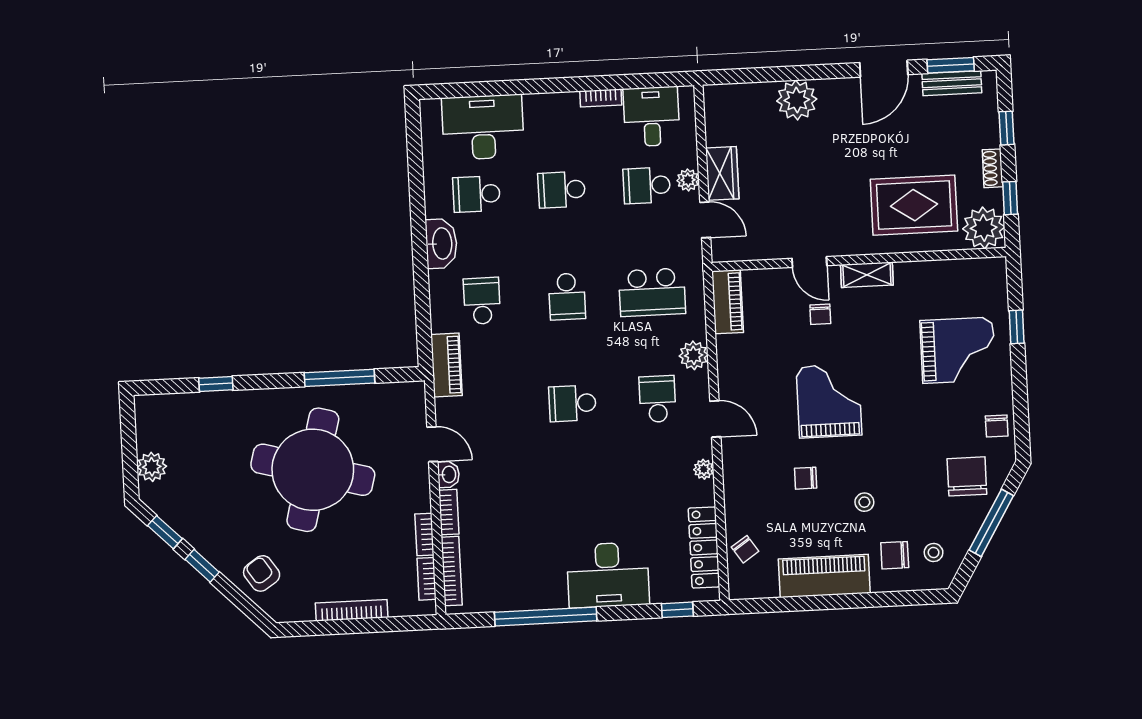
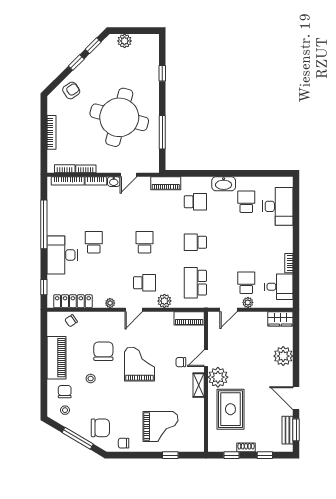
wardrobe: (722, 173) -> (280, 319), moved
school desk: (562, 190) -> (94, 242), moved
plant: (984, 228) -> (218, 377), moved
grand piano: (958, 350) -> (161, 427), turned -90
grand piano: (829, 401) -> (140, 364), turned -90
chair: (806, 478) -> (103, 351), width x1.87, depth x1.87

